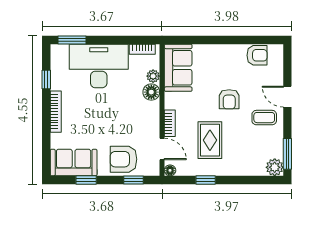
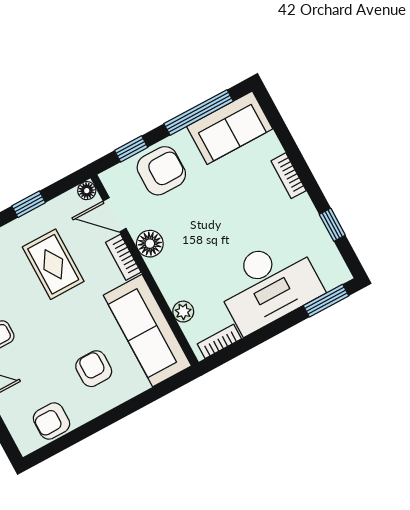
sofa: (178, 68) -> (147, 330), width x1.36
floor lamp: (151, 92) -> (150, 244), moved
armchair: (229, 99) -> (94, 369), moved
bookcase: (56, 112) -> (289, 176), width x0.64
window: (86, 180) -> (199, 112), width x2.17

